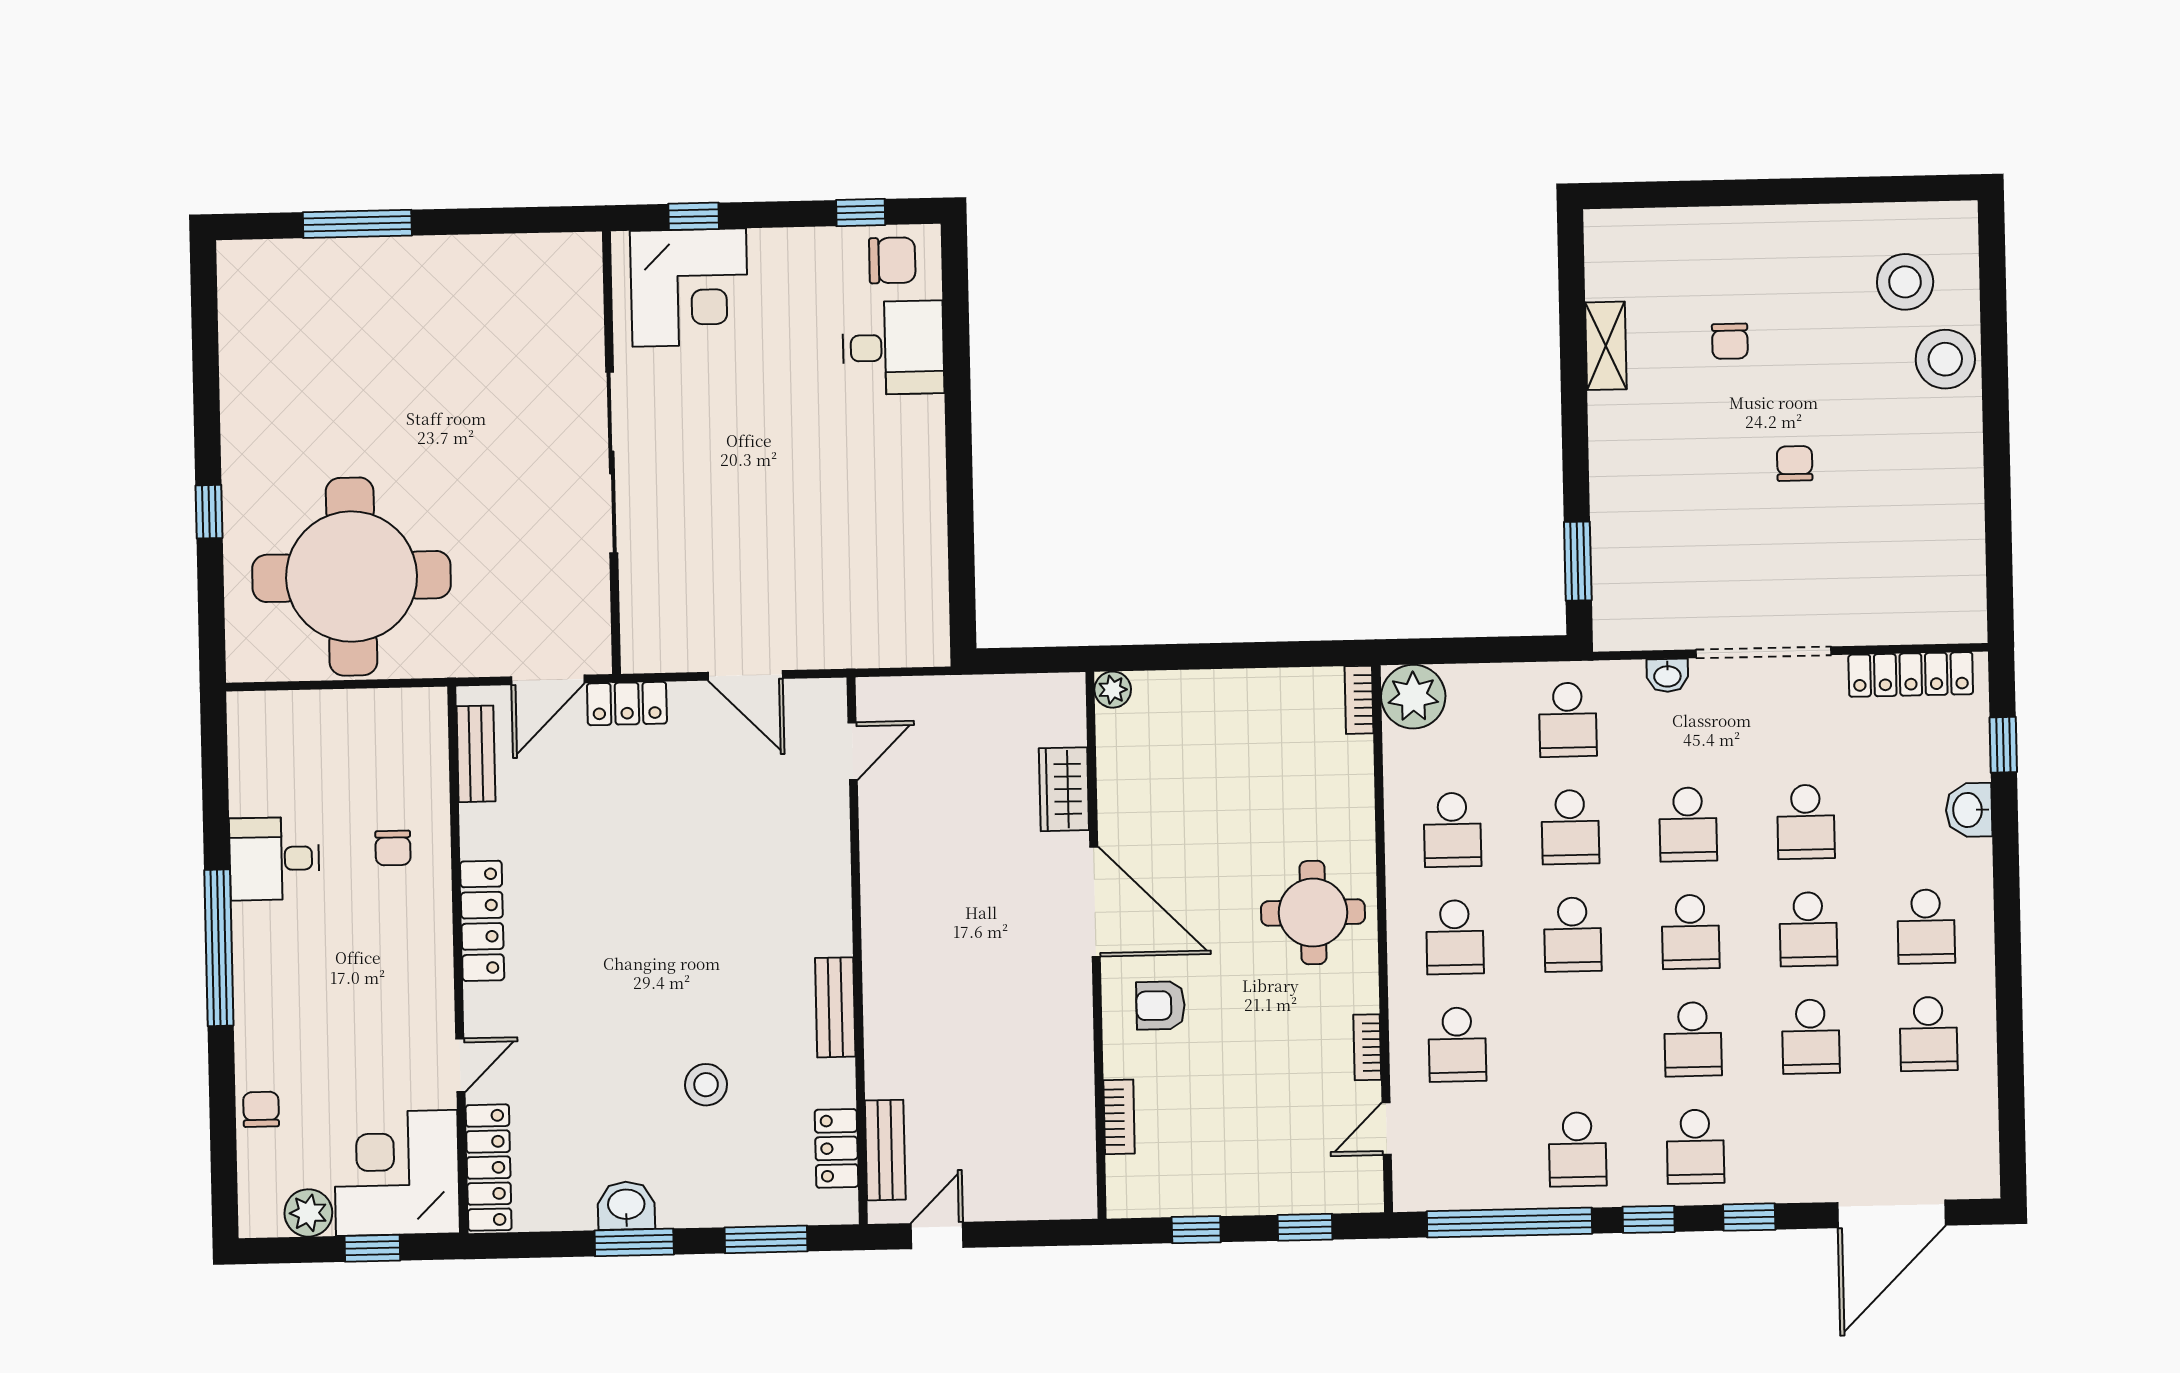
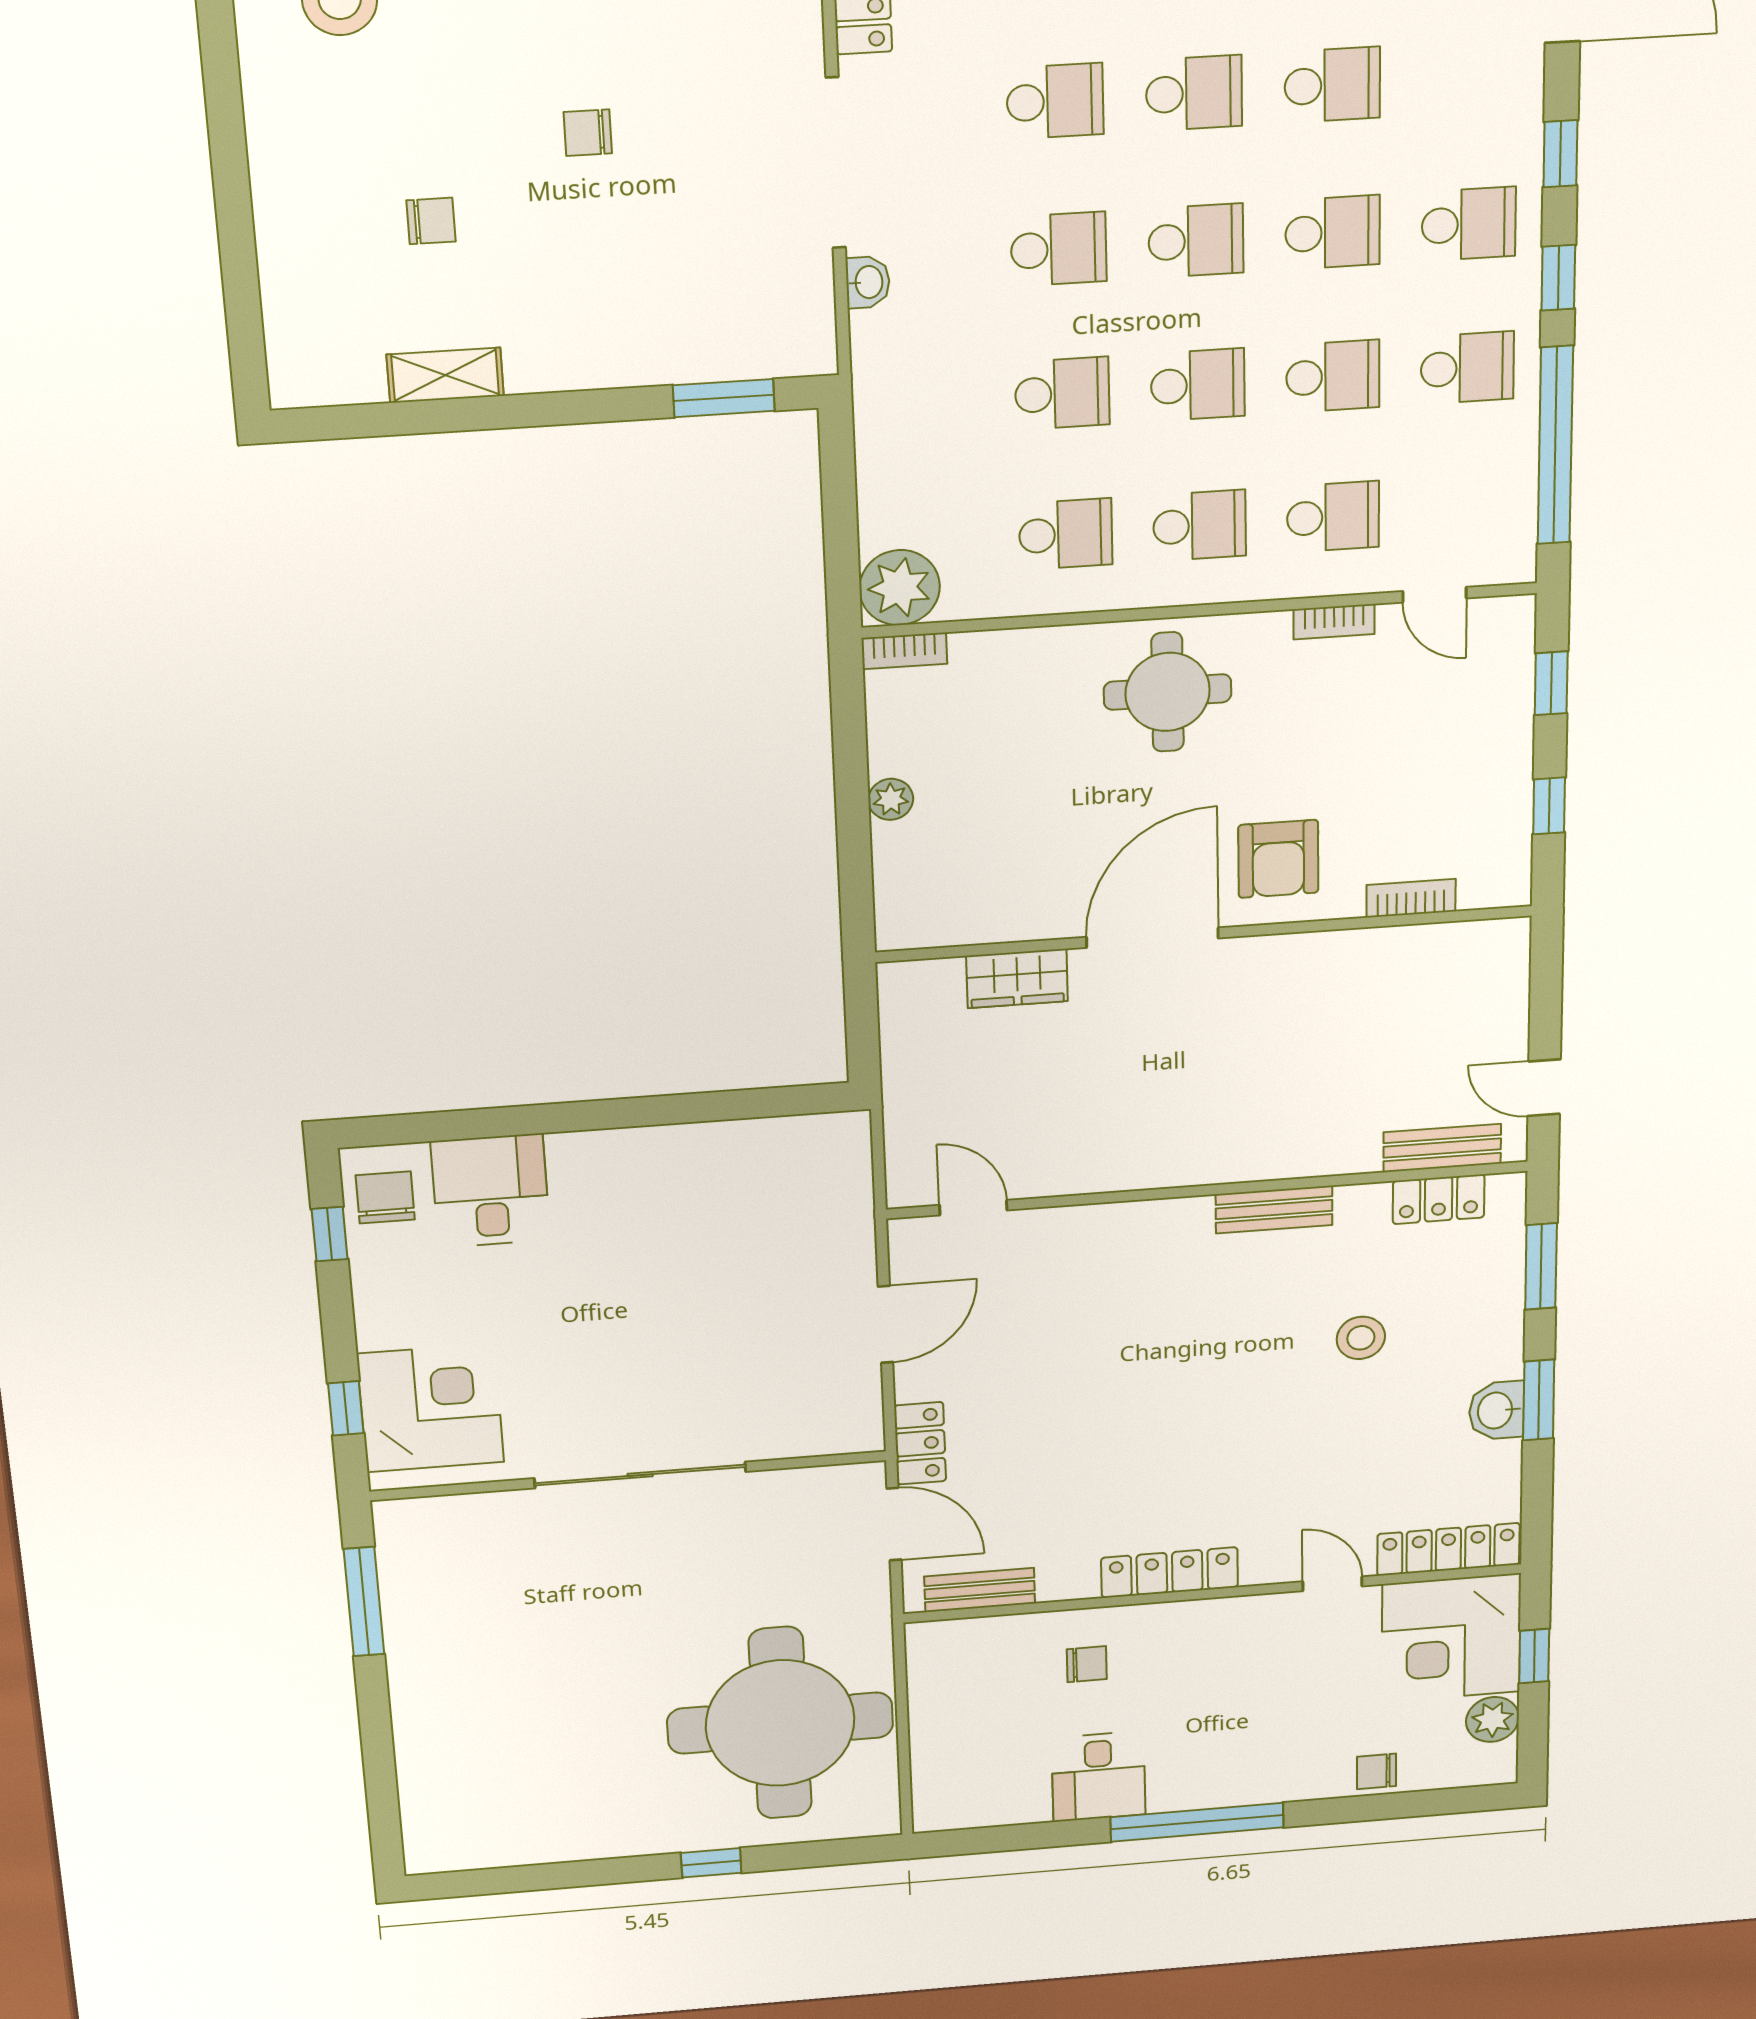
window: (357, 224) -> (364, 1602), moved
plant: (1113, 690) -> (891, 799), moved
school desk: (1568, 720) -> (1333, 376), moved
armchair: (1161, 1005) -> (1278, 859), width x1.38, depth x1.38

